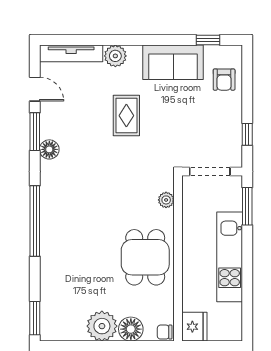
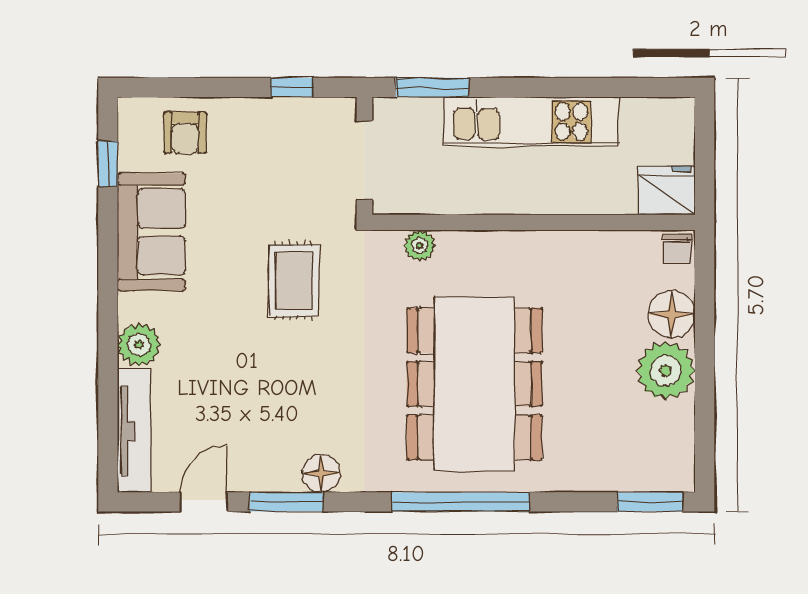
armchair: (224, 80) -> (185, 133), turned 90
rug: (126, 116) -> (294, 281), moved, turned 90
dining table: (145, 257) -> (474, 384), moved, width x1.88, depth x1.24

